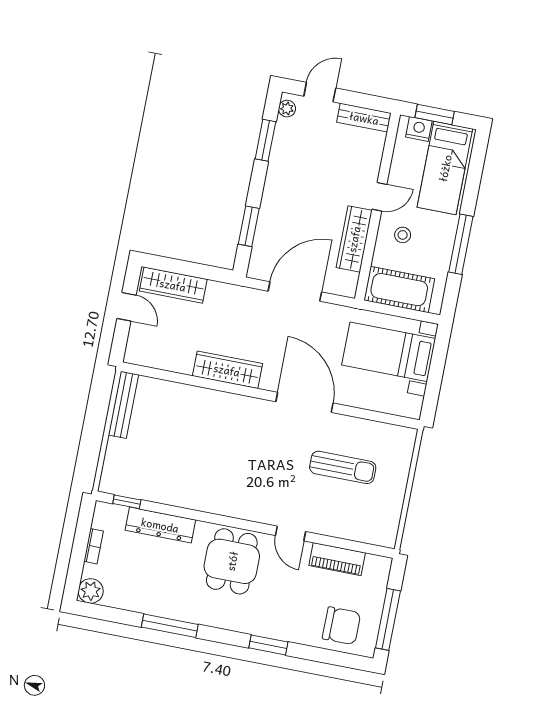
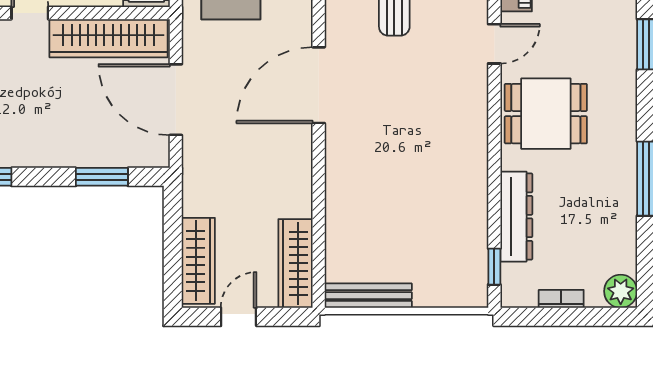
wardrobe: (354, 239) -> (109, 38), width x1.40, depth x1.17
wardrobe: (227, 370) -> (296, 263), moved
door: (305, 402) -> (319, 85), moved

